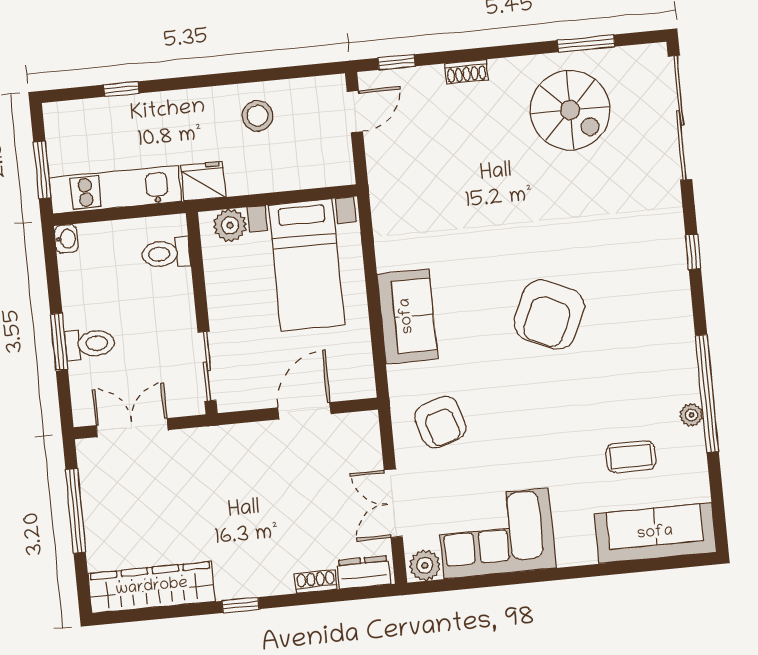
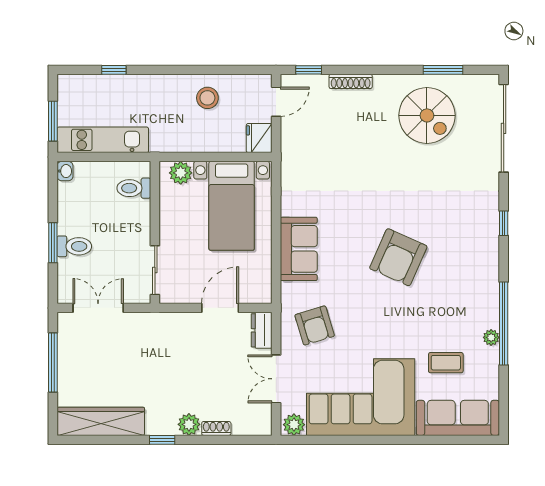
shoe rack: (466, 72) -> (351, 81), width x1.43
fridge: (203, 181) -> (259, 138), moved, turned -90
corner sofa: (496, 533) -> (361, 397), width x1.36, depth x1.36
dresser: (364, 572) -> (262, 330), moved, turned -90
plant: (277, 580) -> (189, 424), added

